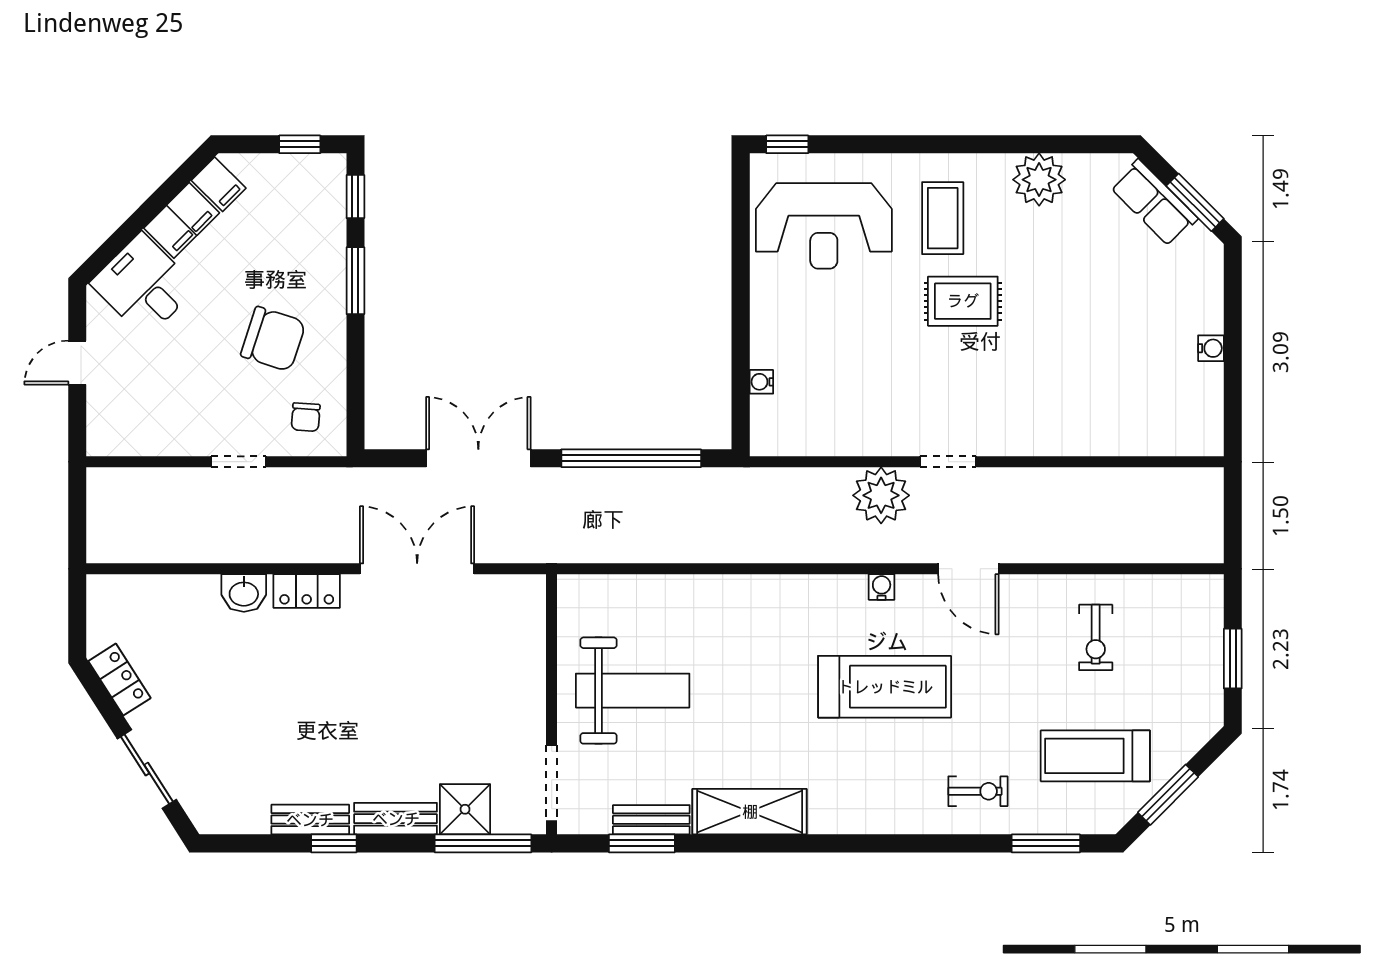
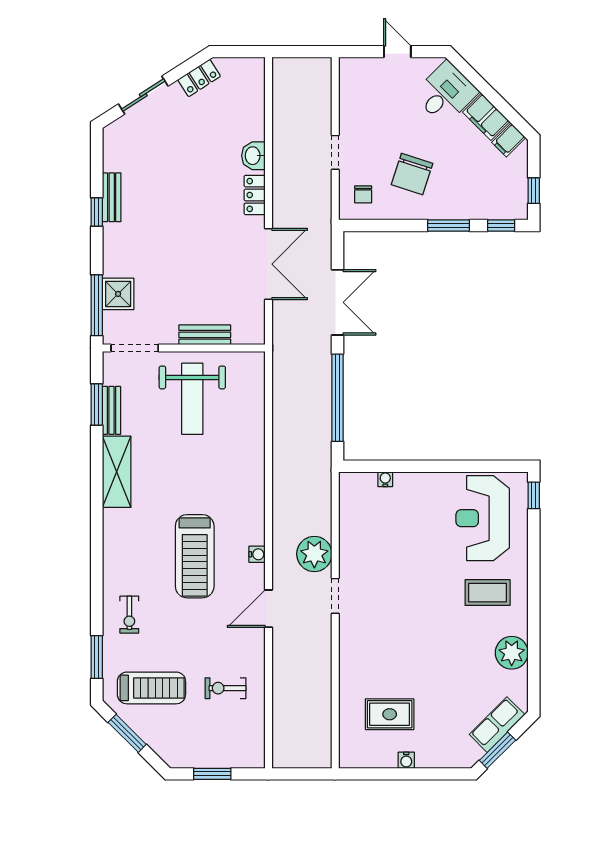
rug: (963, 301) -> (390, 714), moved, turned 90
chair: (306, 417) -> (363, 194), turned -94
treadmill: (1095, 756) -> (151, 688), turned 90
bench: (396, 819) -> (205, 335), moved, turned 90

